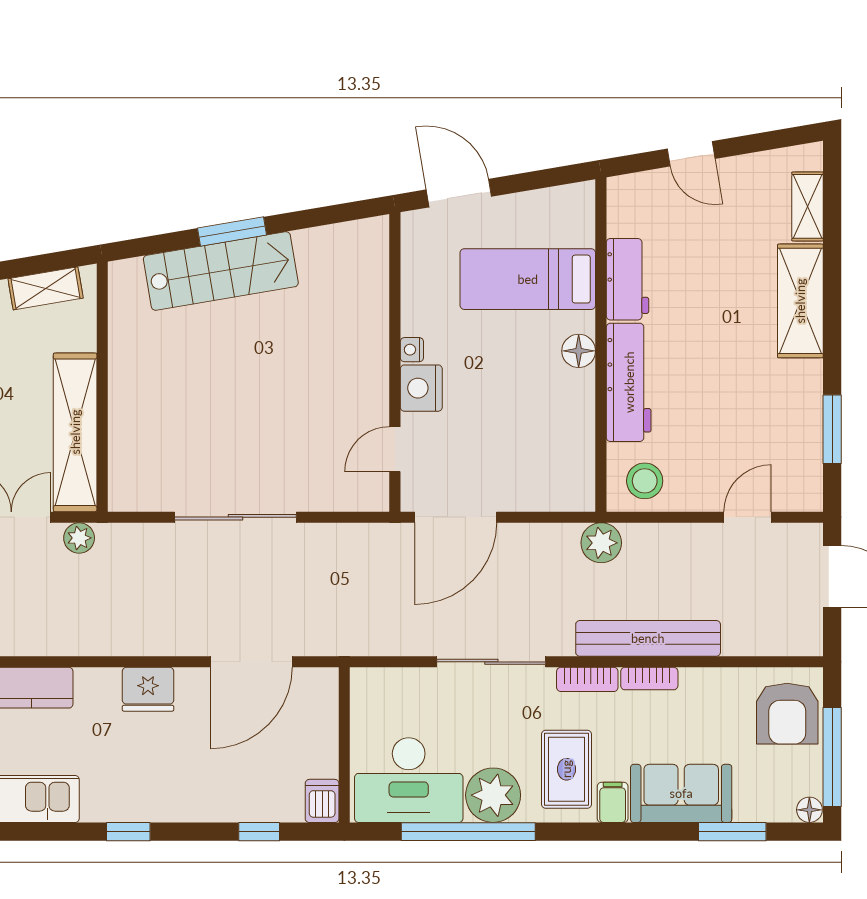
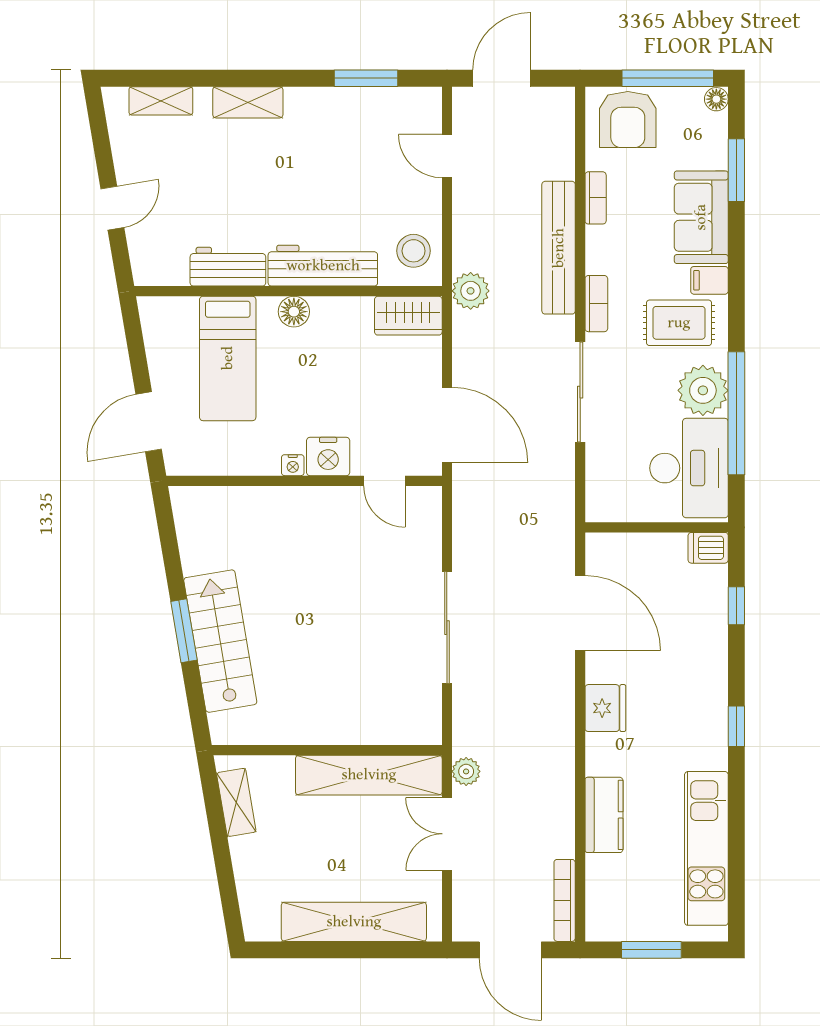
shelving: (800, 301) -> (248, 102), width x0.67, depth x0.75
wardrobe: (574, 475) -> (408, 316), added
bookcase: (649, 679) -> (596, 198), moved
armchair: (787, 714) -> (628, 120), turned 90

